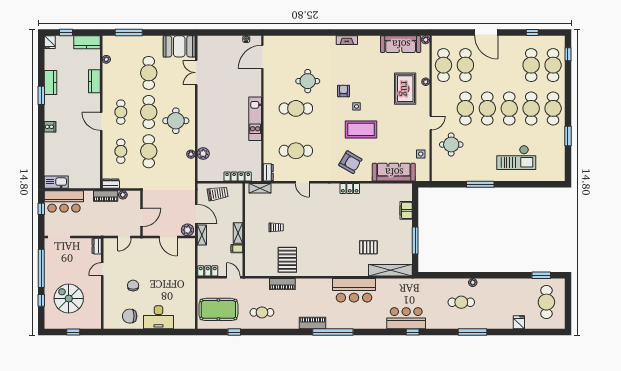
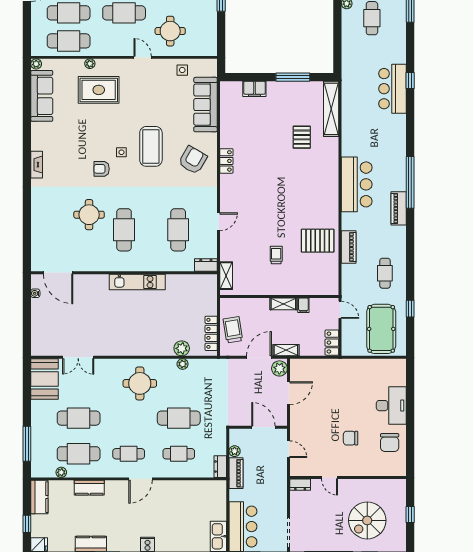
cafe table: (149, 112) -> (79, 454), moved
locker: (238, 177) -> (211, 333), moved
door: (233, 277) -> (340, 310), swing flipped
bar counter: (354, 290) -> (357, 184), moved

